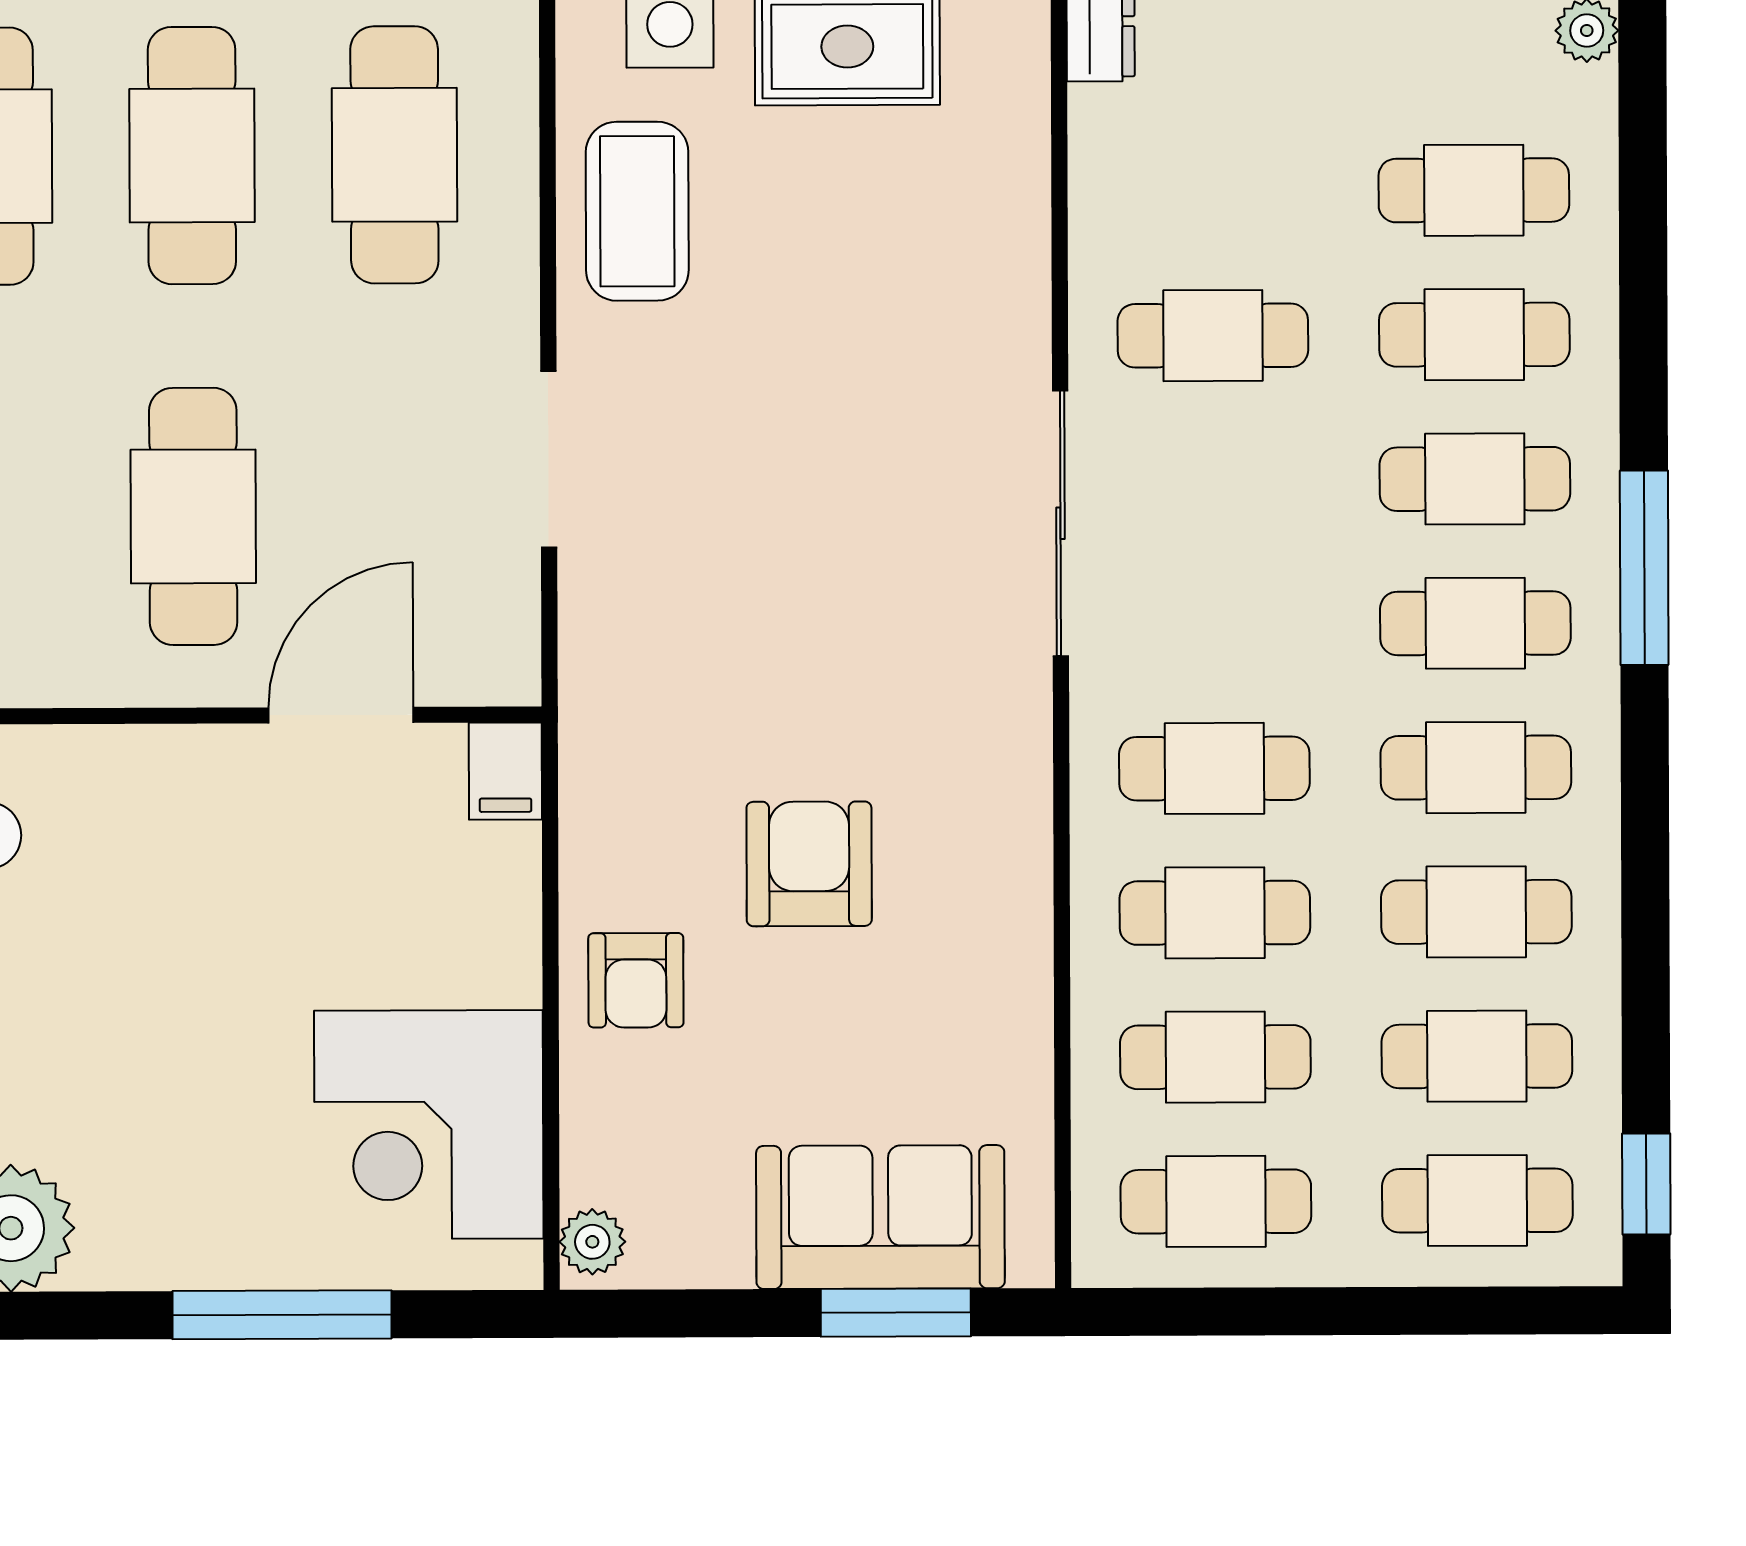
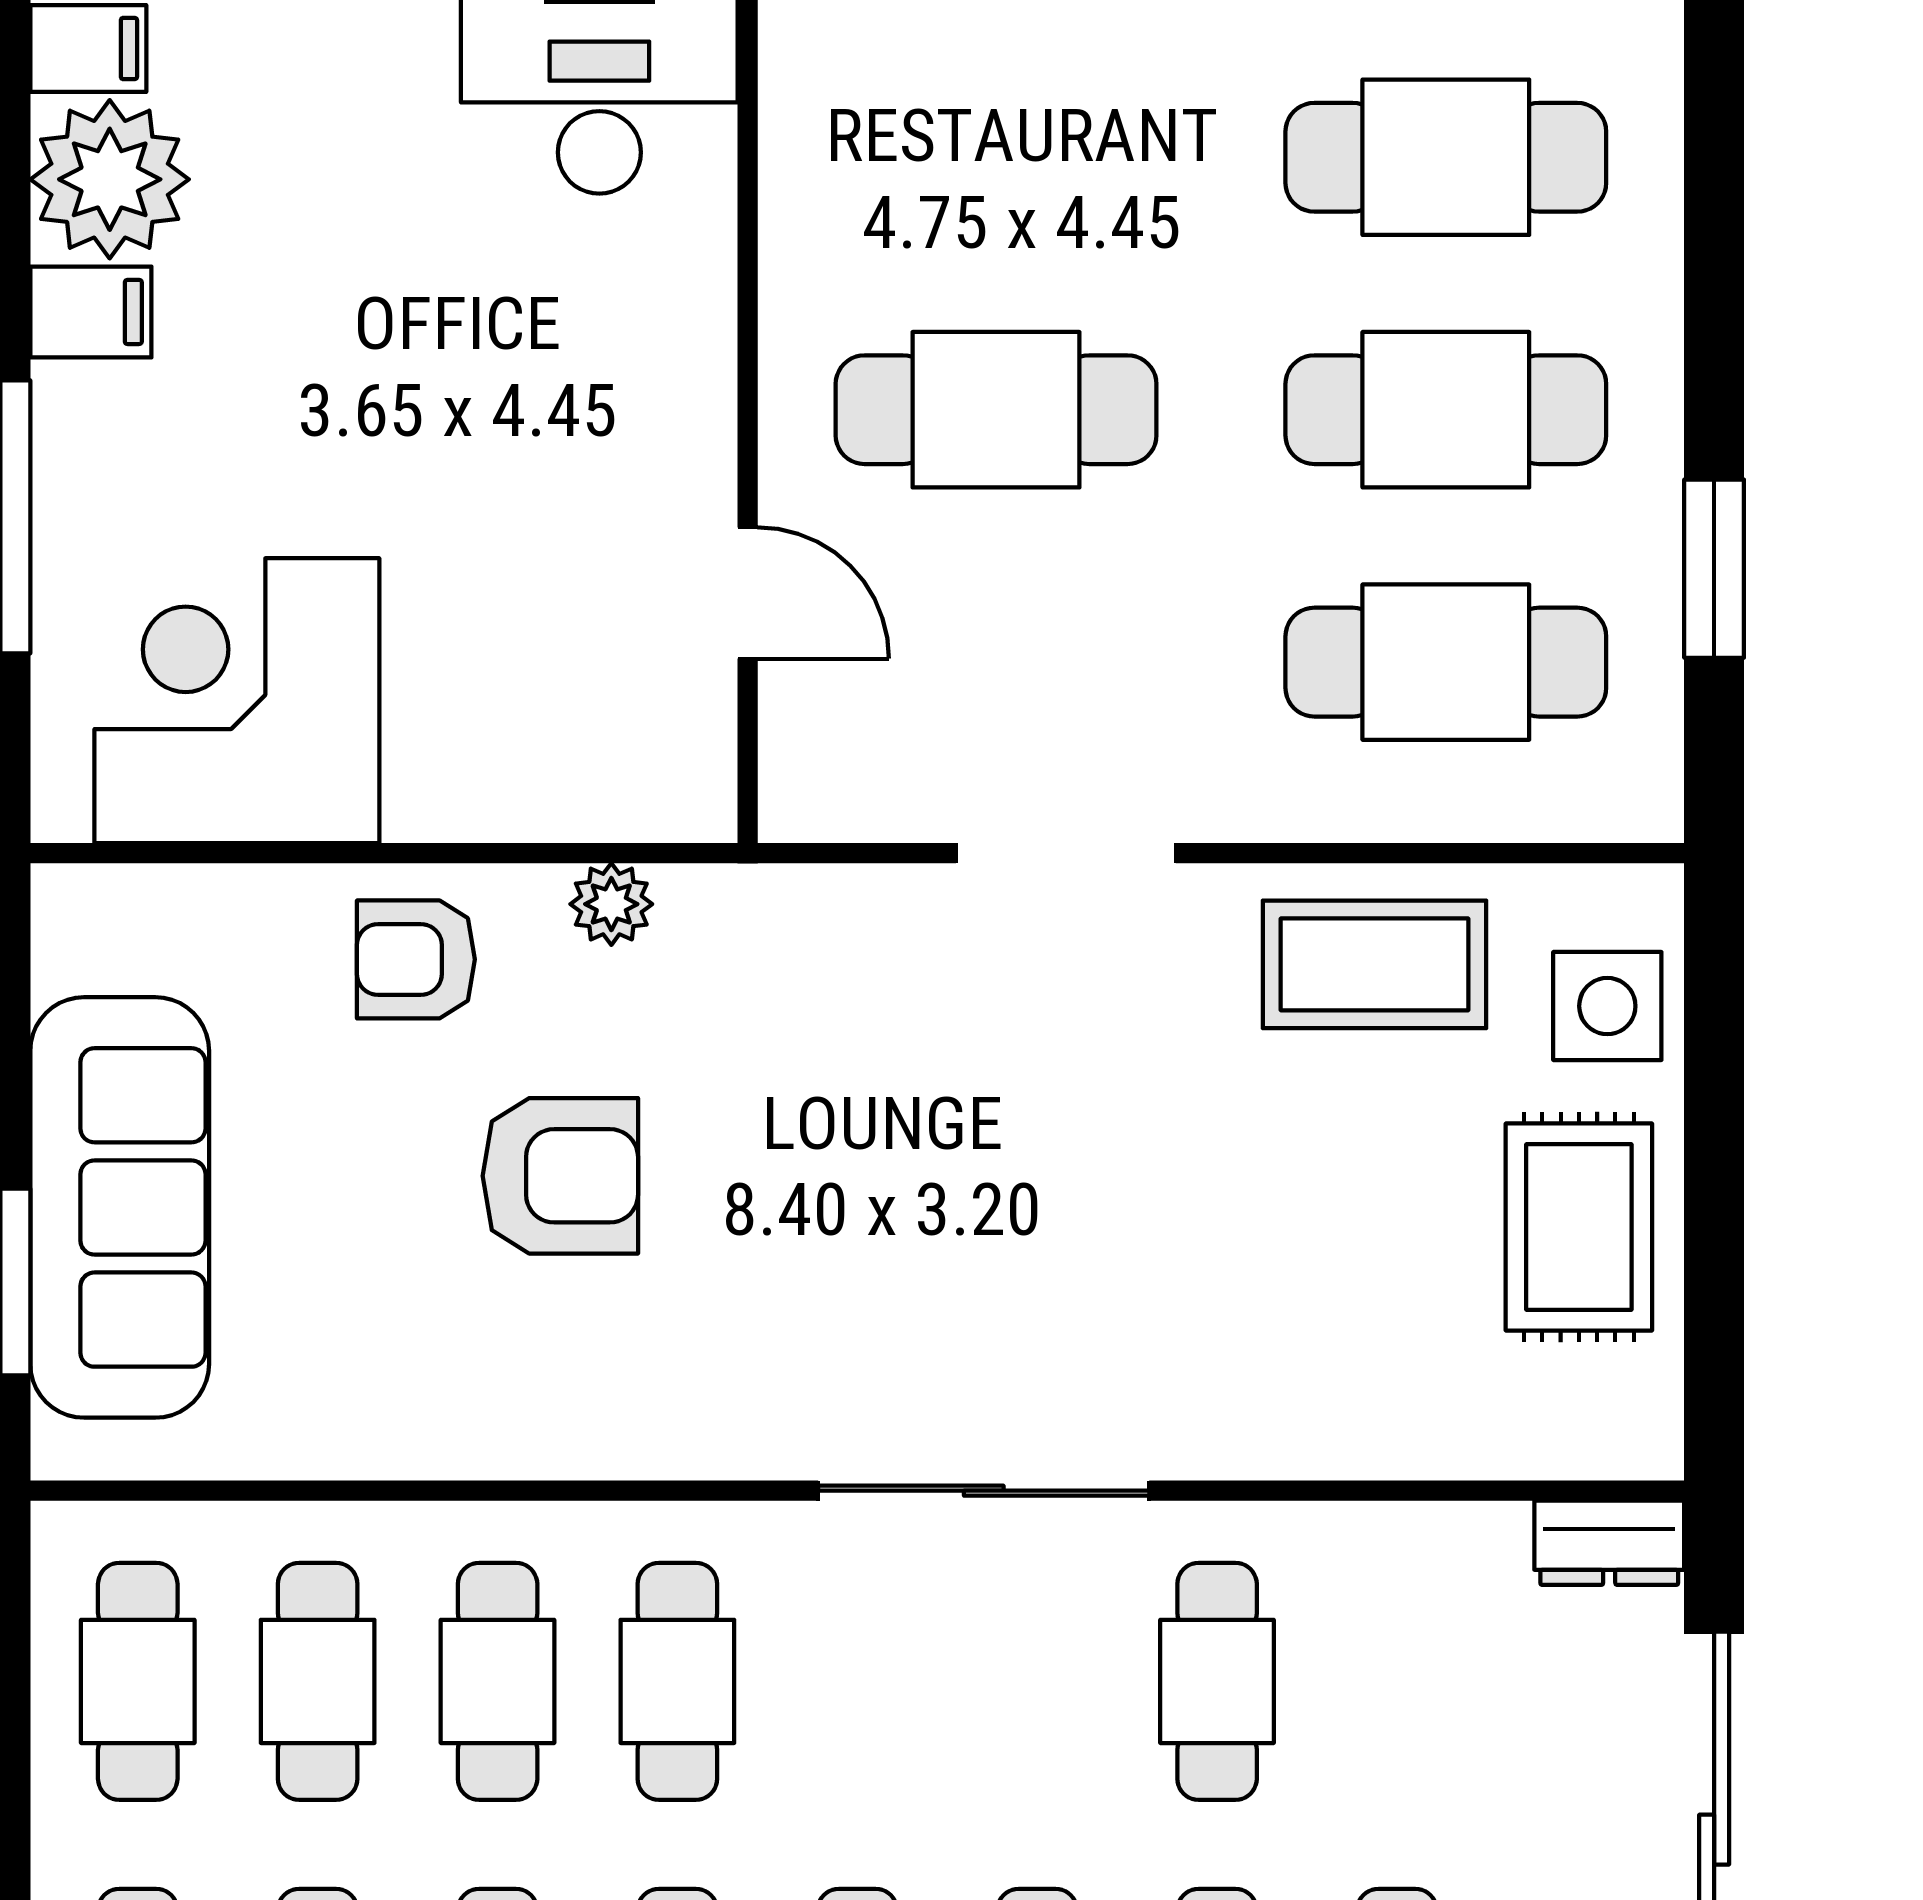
door: (341, 715) -> (748, 593), width x0.73
filing cabinet: (505, 771) -> (91, 312), moved, turned 180
sofa: (880, 1217) -> (120, 1207), width x1.36
plant: (592, 1242) -> (611, 904), moved

